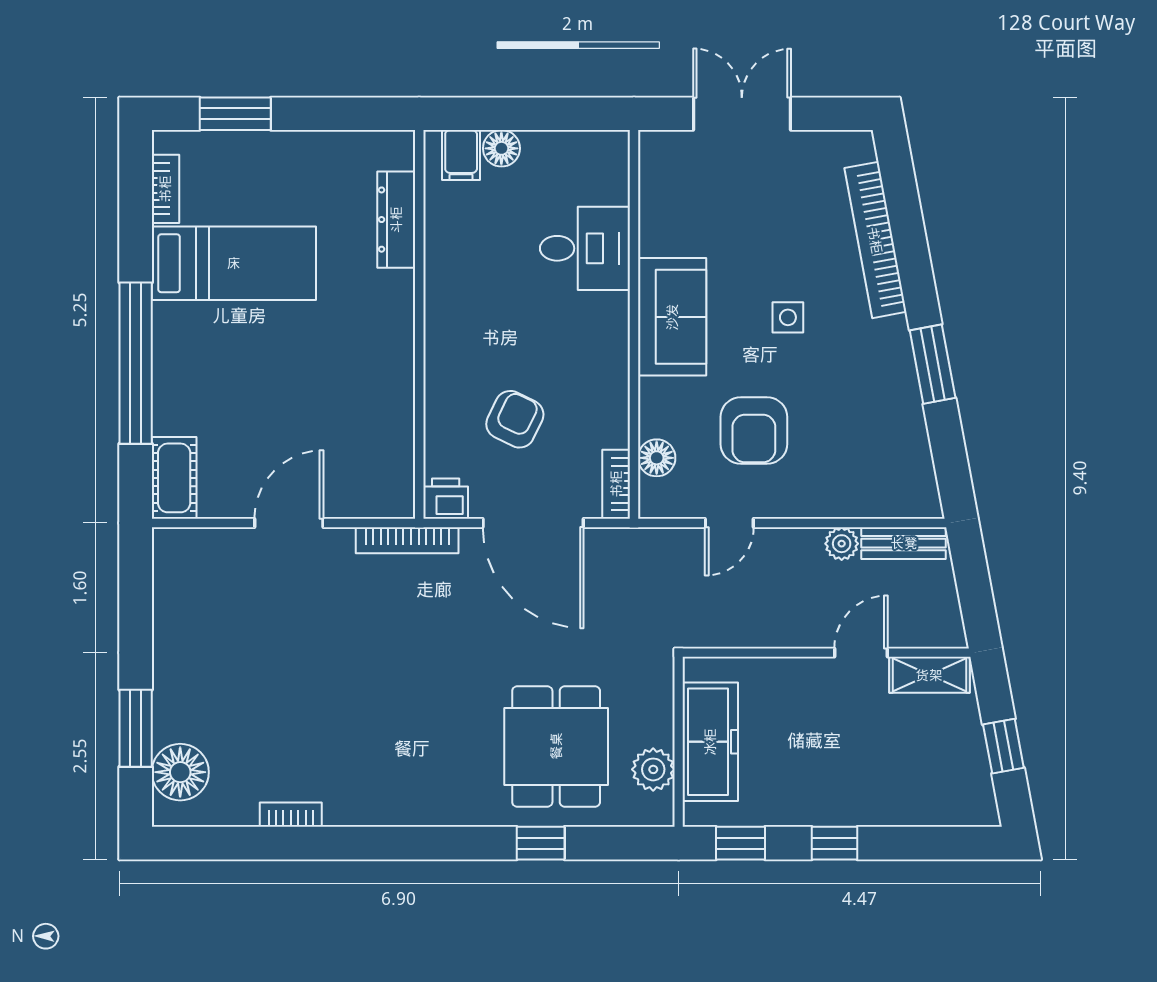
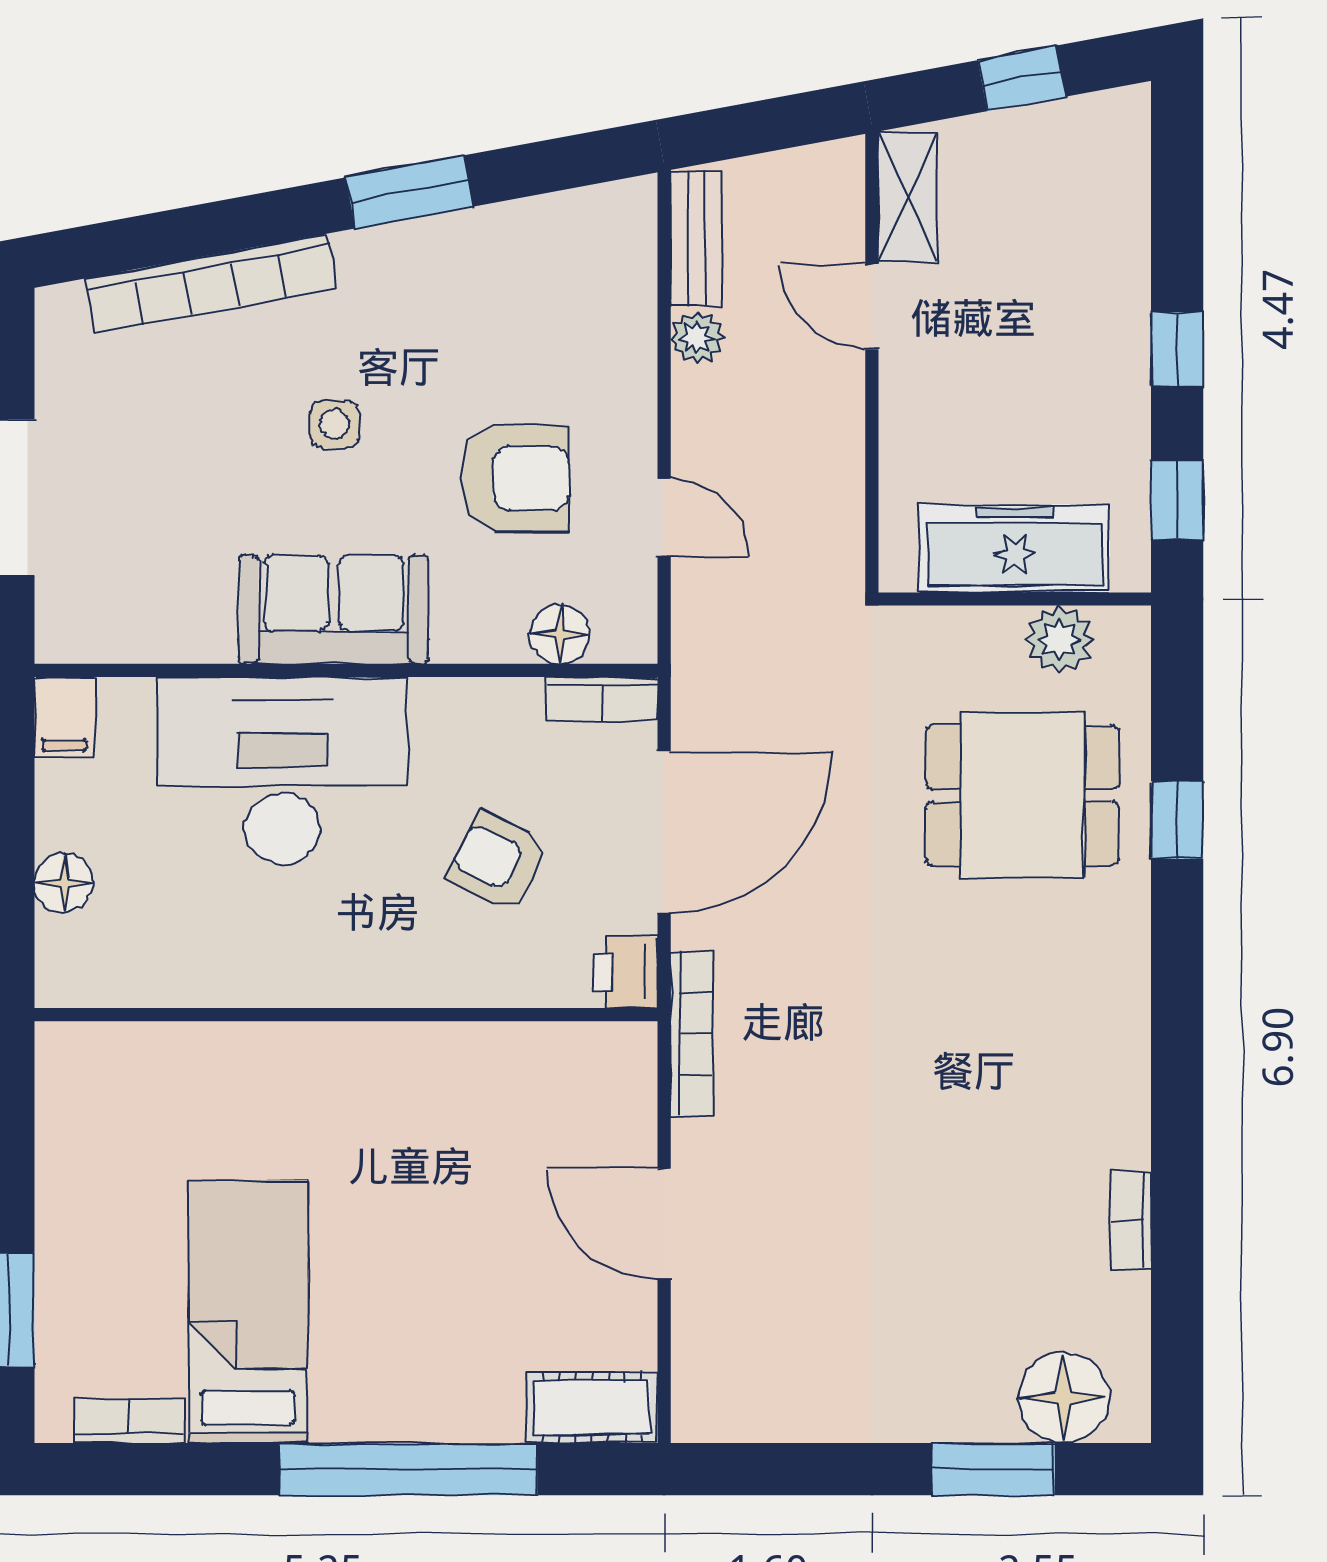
filing cabinet: (461, 155) -> (64, 717), moved, turned 90
dresser: (396, 220) -> (178, 1051), removed
desk: (585, 248) -> (282, 771), width x1.87, depth x1.30

